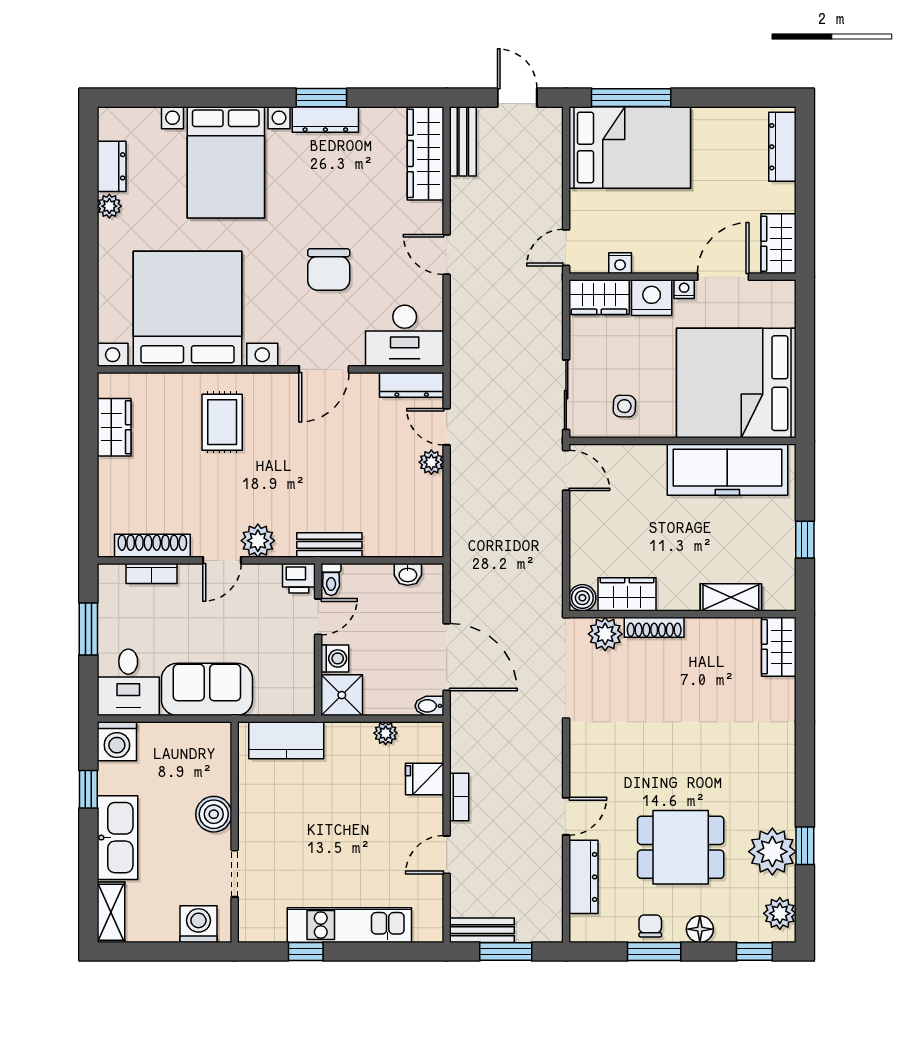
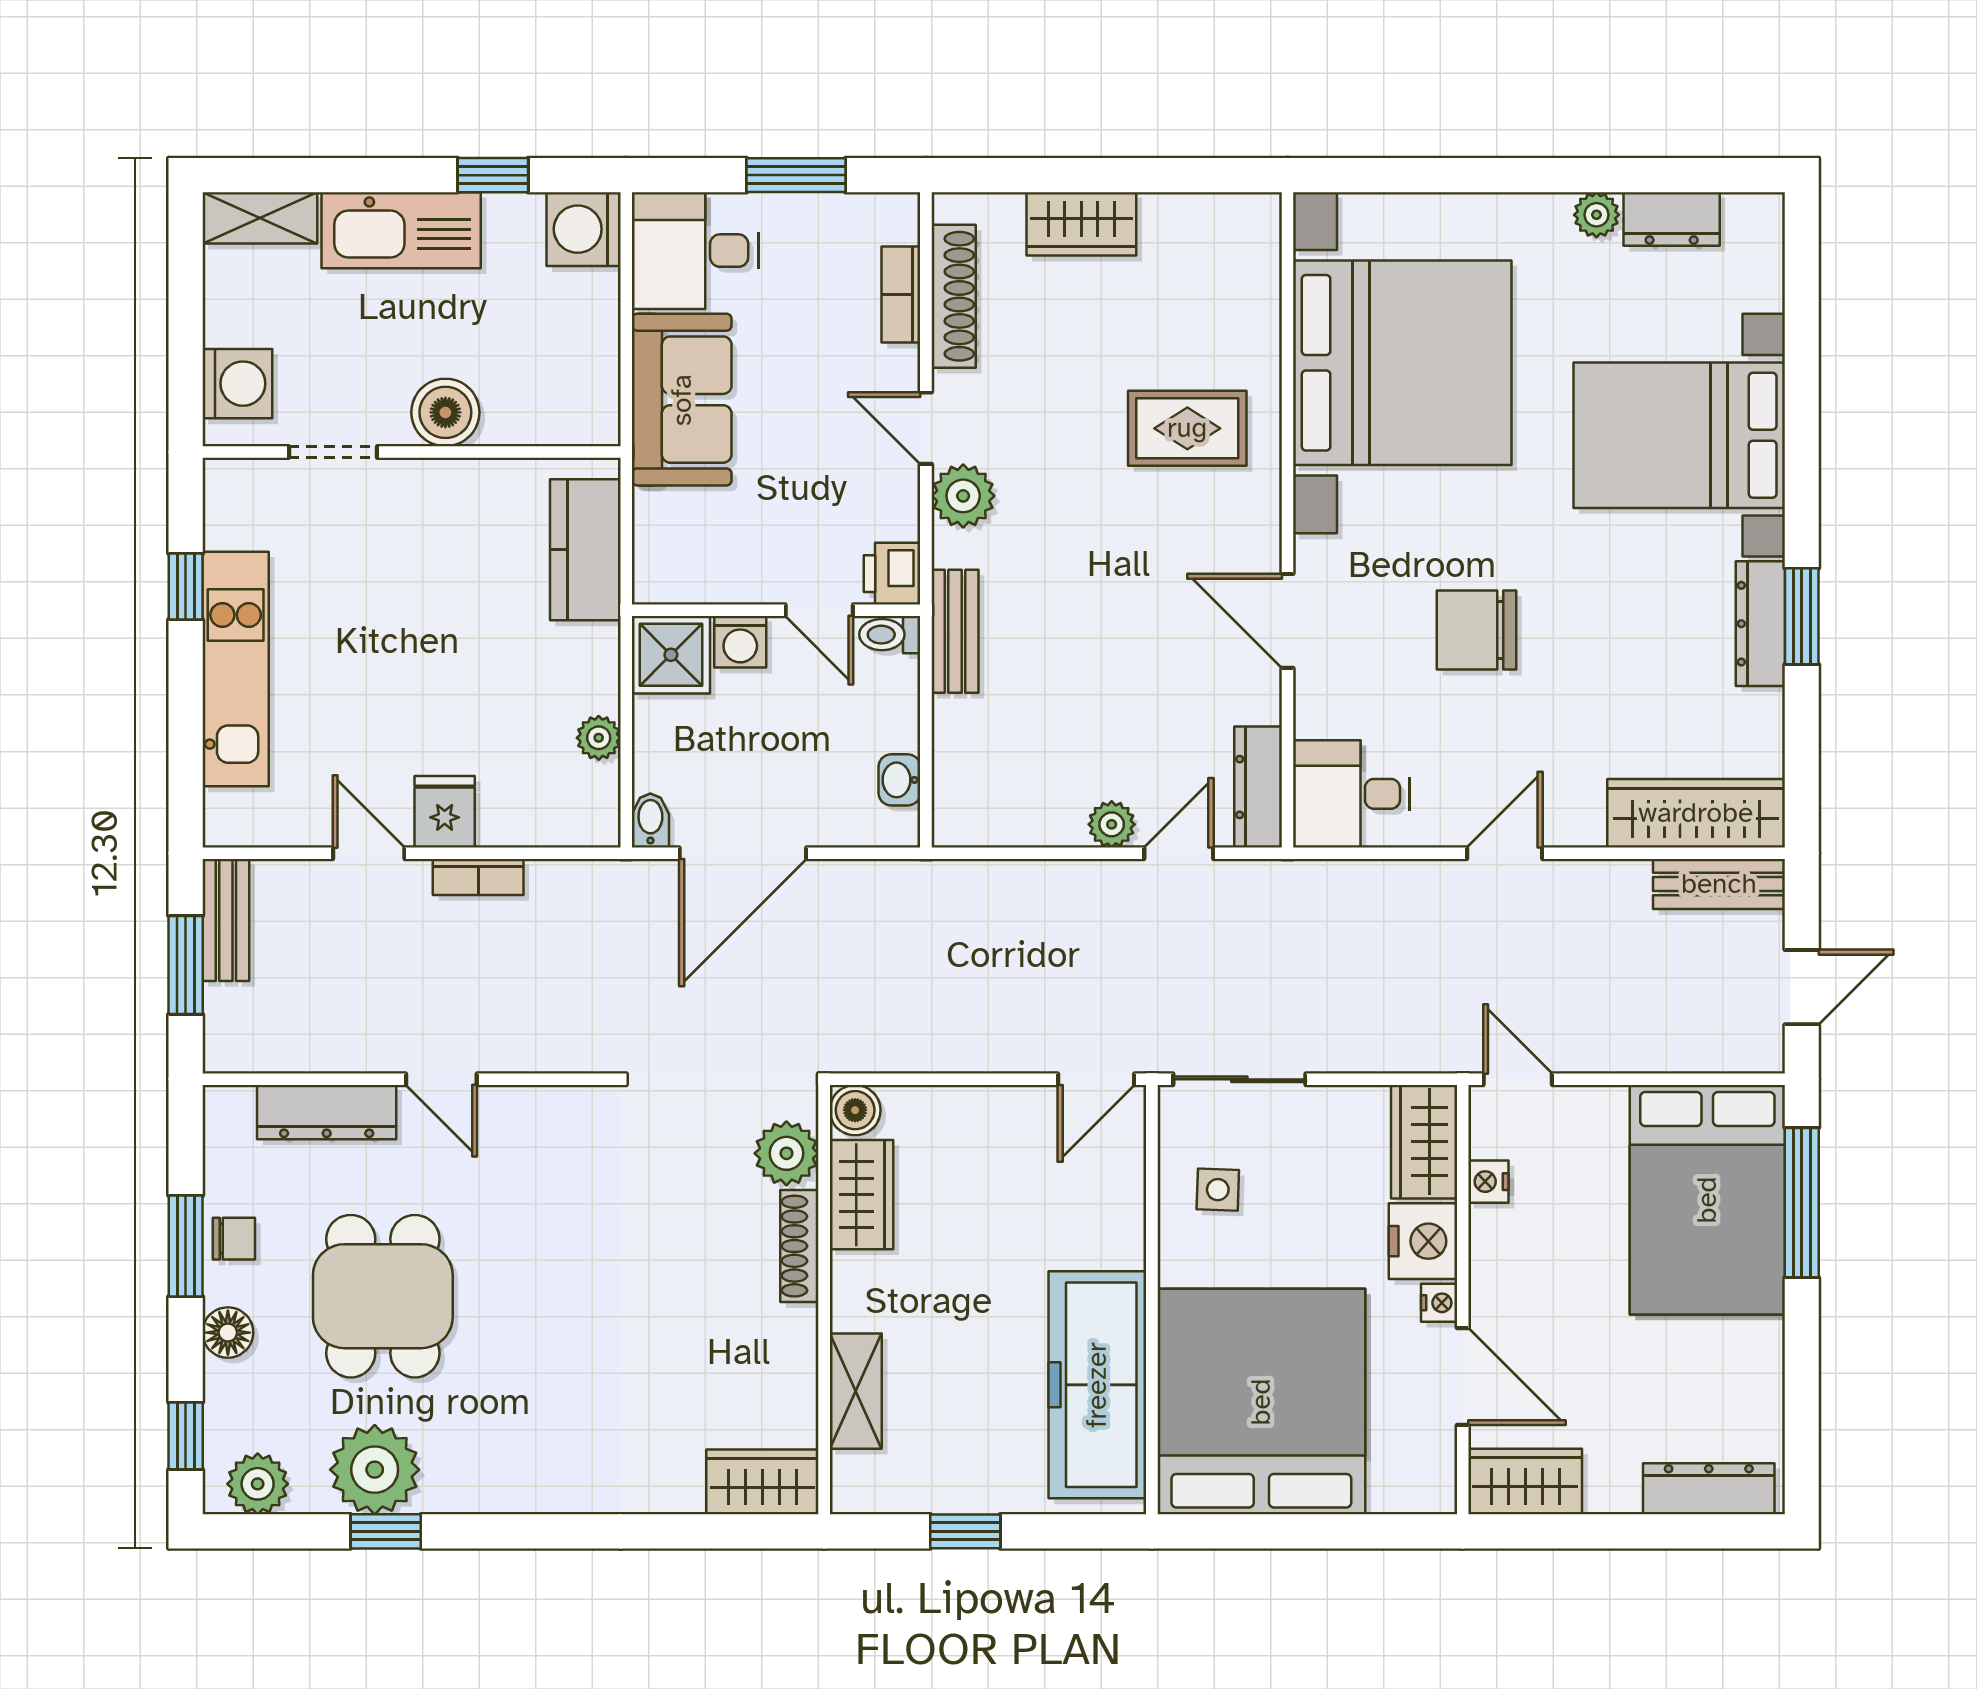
desk: (405, 336) -> (1351, 794), width x0.73
wardrobe: (114, 427) -> (1081, 224), moved
fridge: (425, 779) -> (445, 812), moved

